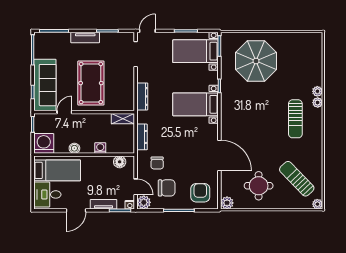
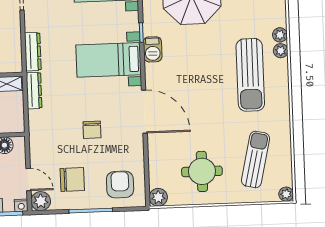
barbecue: (227, 98) -> (153, 49), added
sun lounger: (295, 119) -> (250, 75), width x1.36, depth x1.34
dresser: (142, 137) -> (34, 91), moved
door: (219, 155) -> (144, 112), moved
chair: (157, 163) -> (92, 130), moved
sun lounger: (297, 179) -> (255, 159), turned 57

